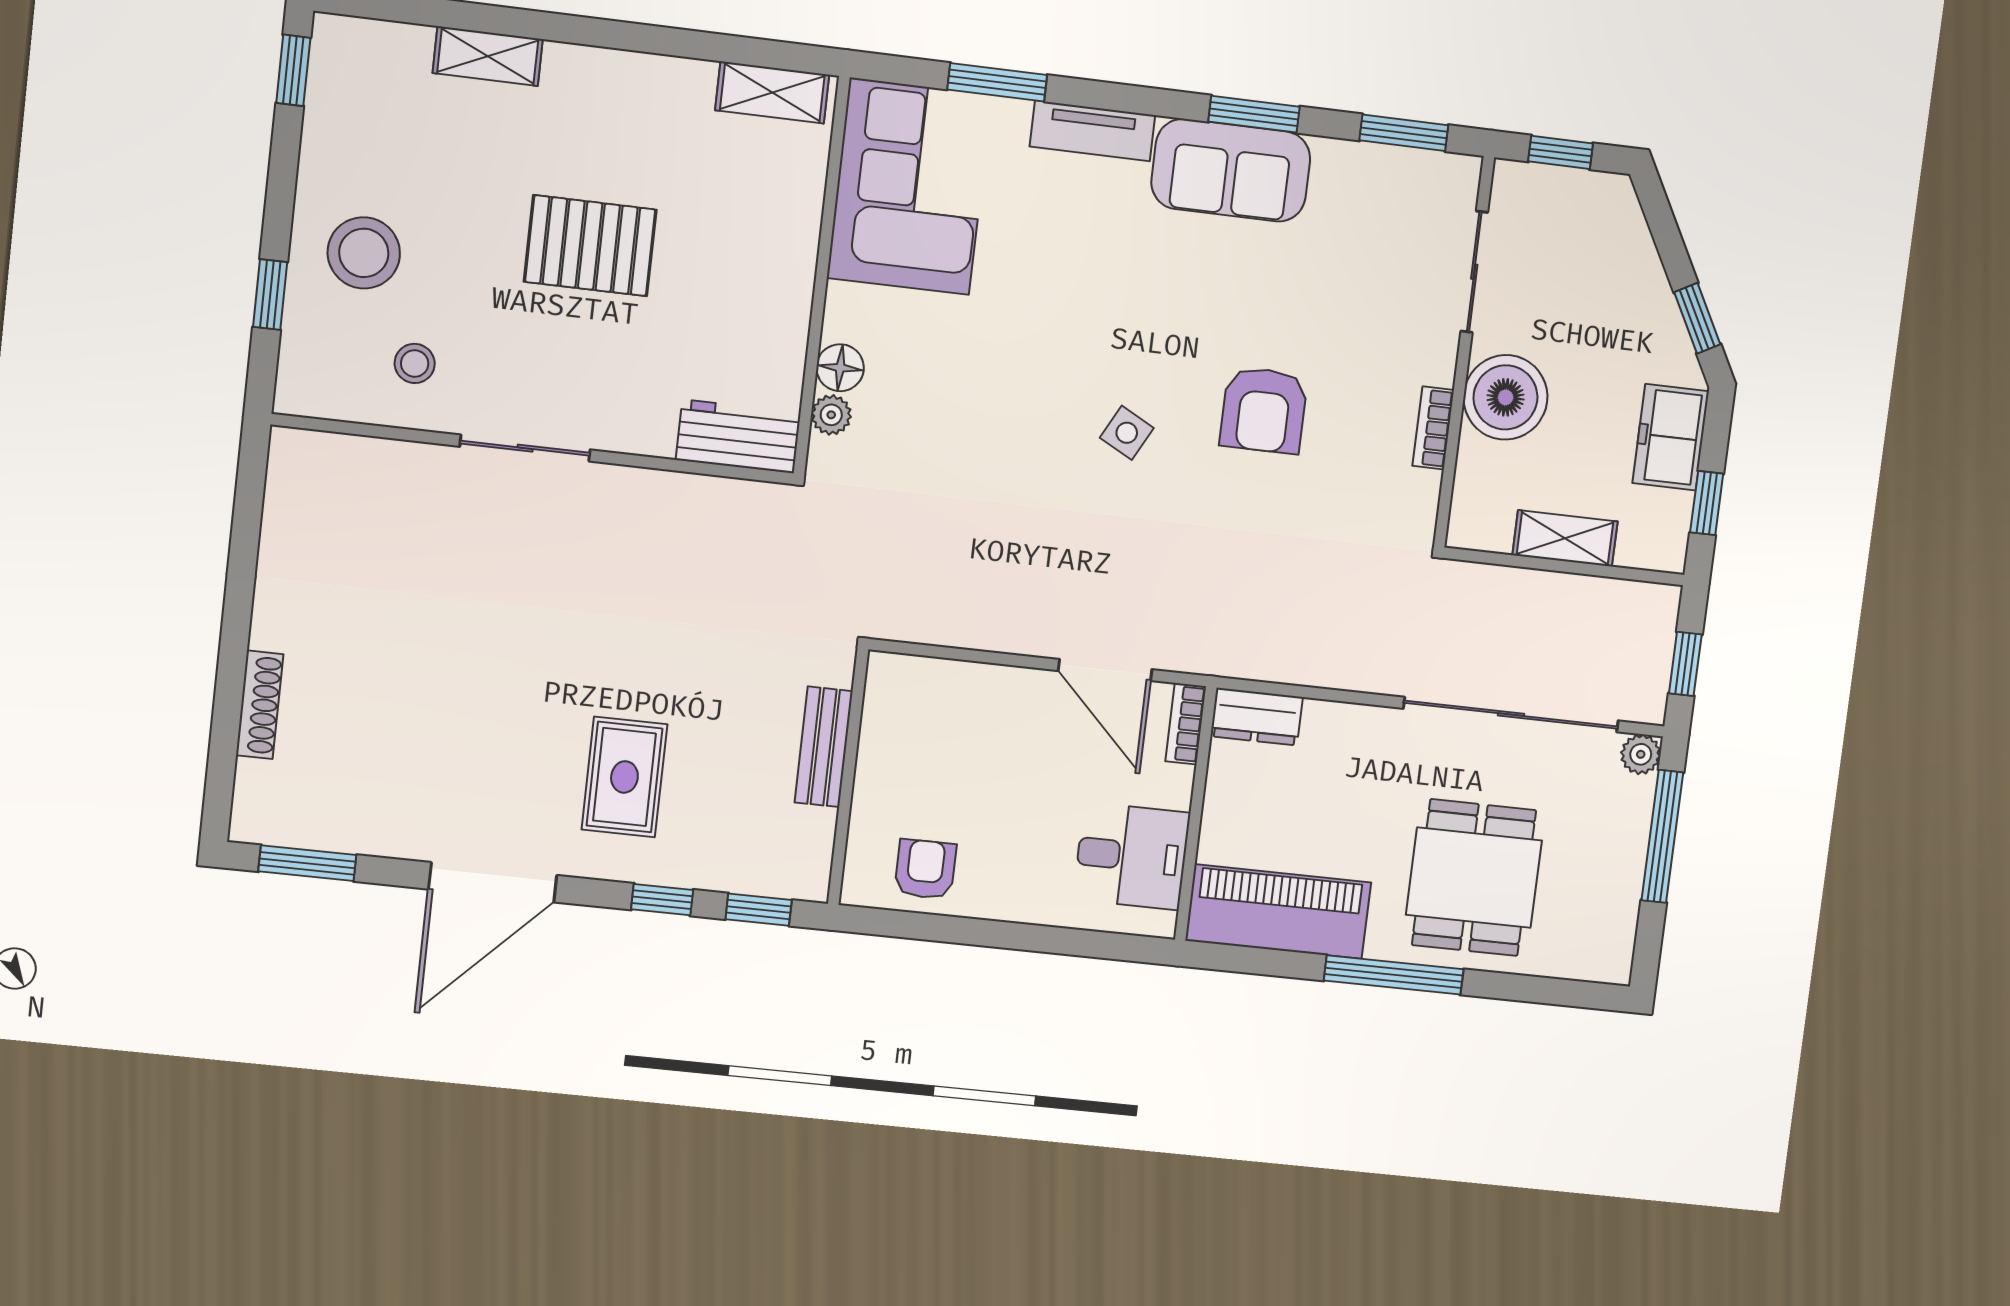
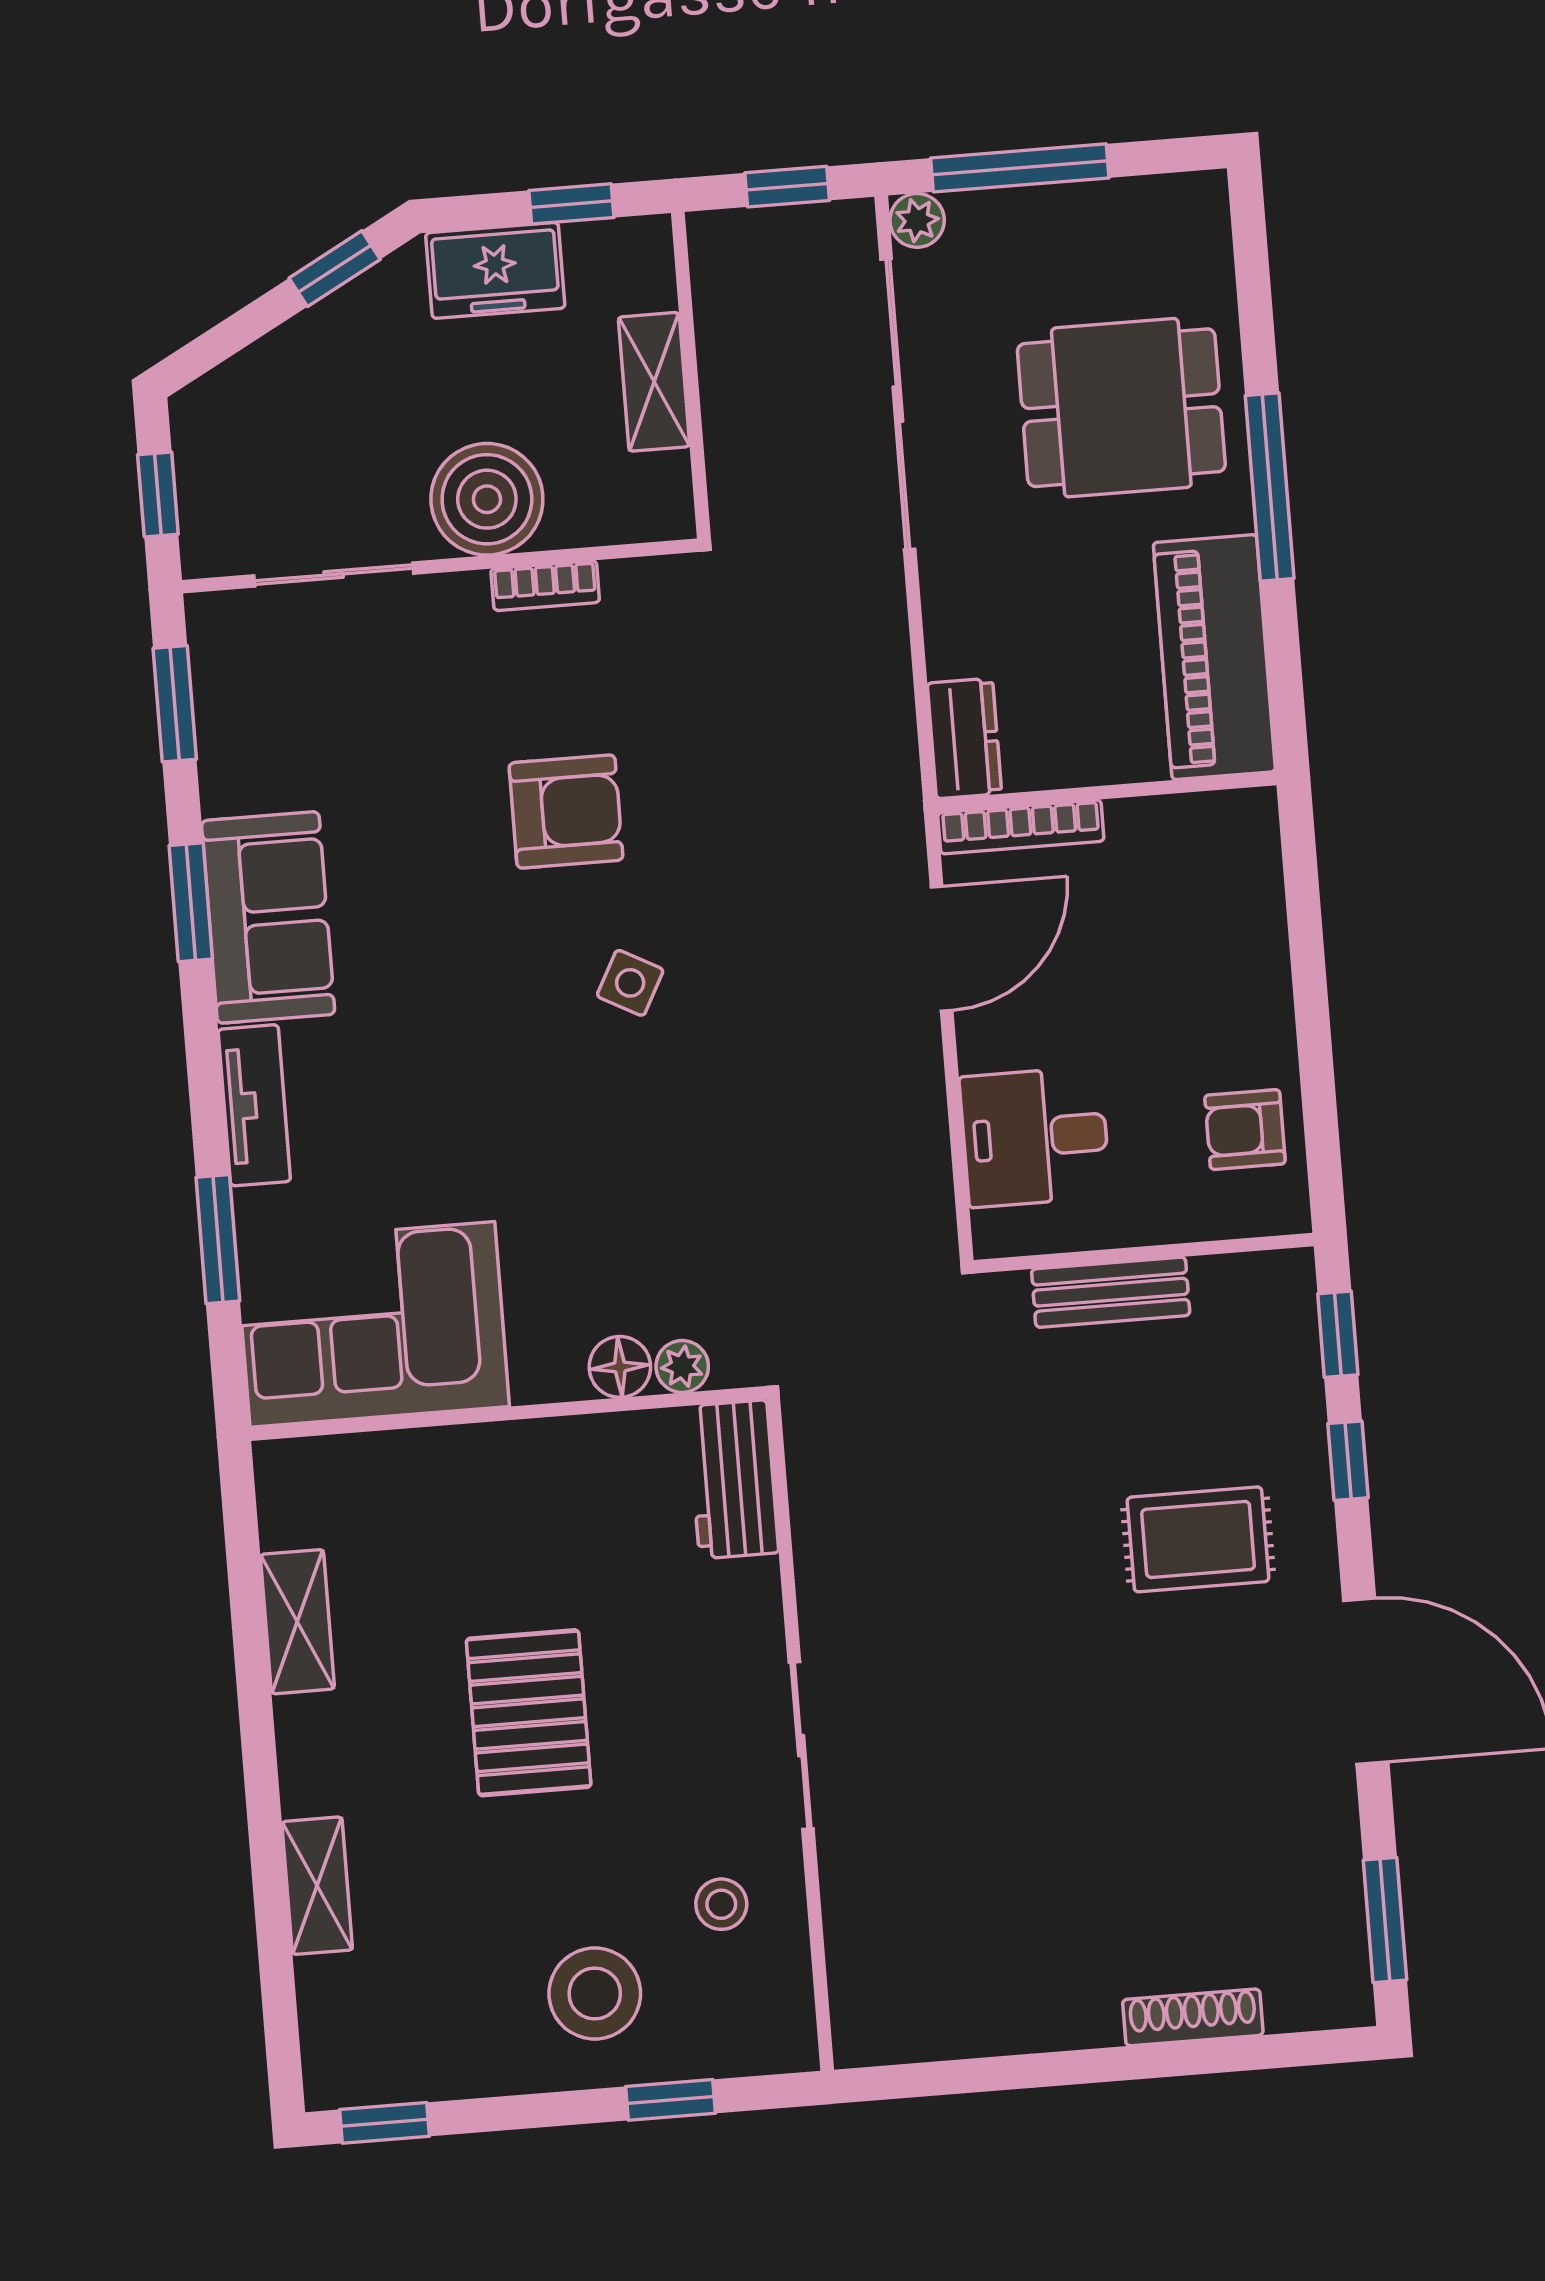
shelving: (772, 92) -> (297, 1622), moved
bookcase: (1186, 724) -> (1021, 827), width x1.56
desk: (1132, 856) -> (1035, 1137), moved, turned -90

